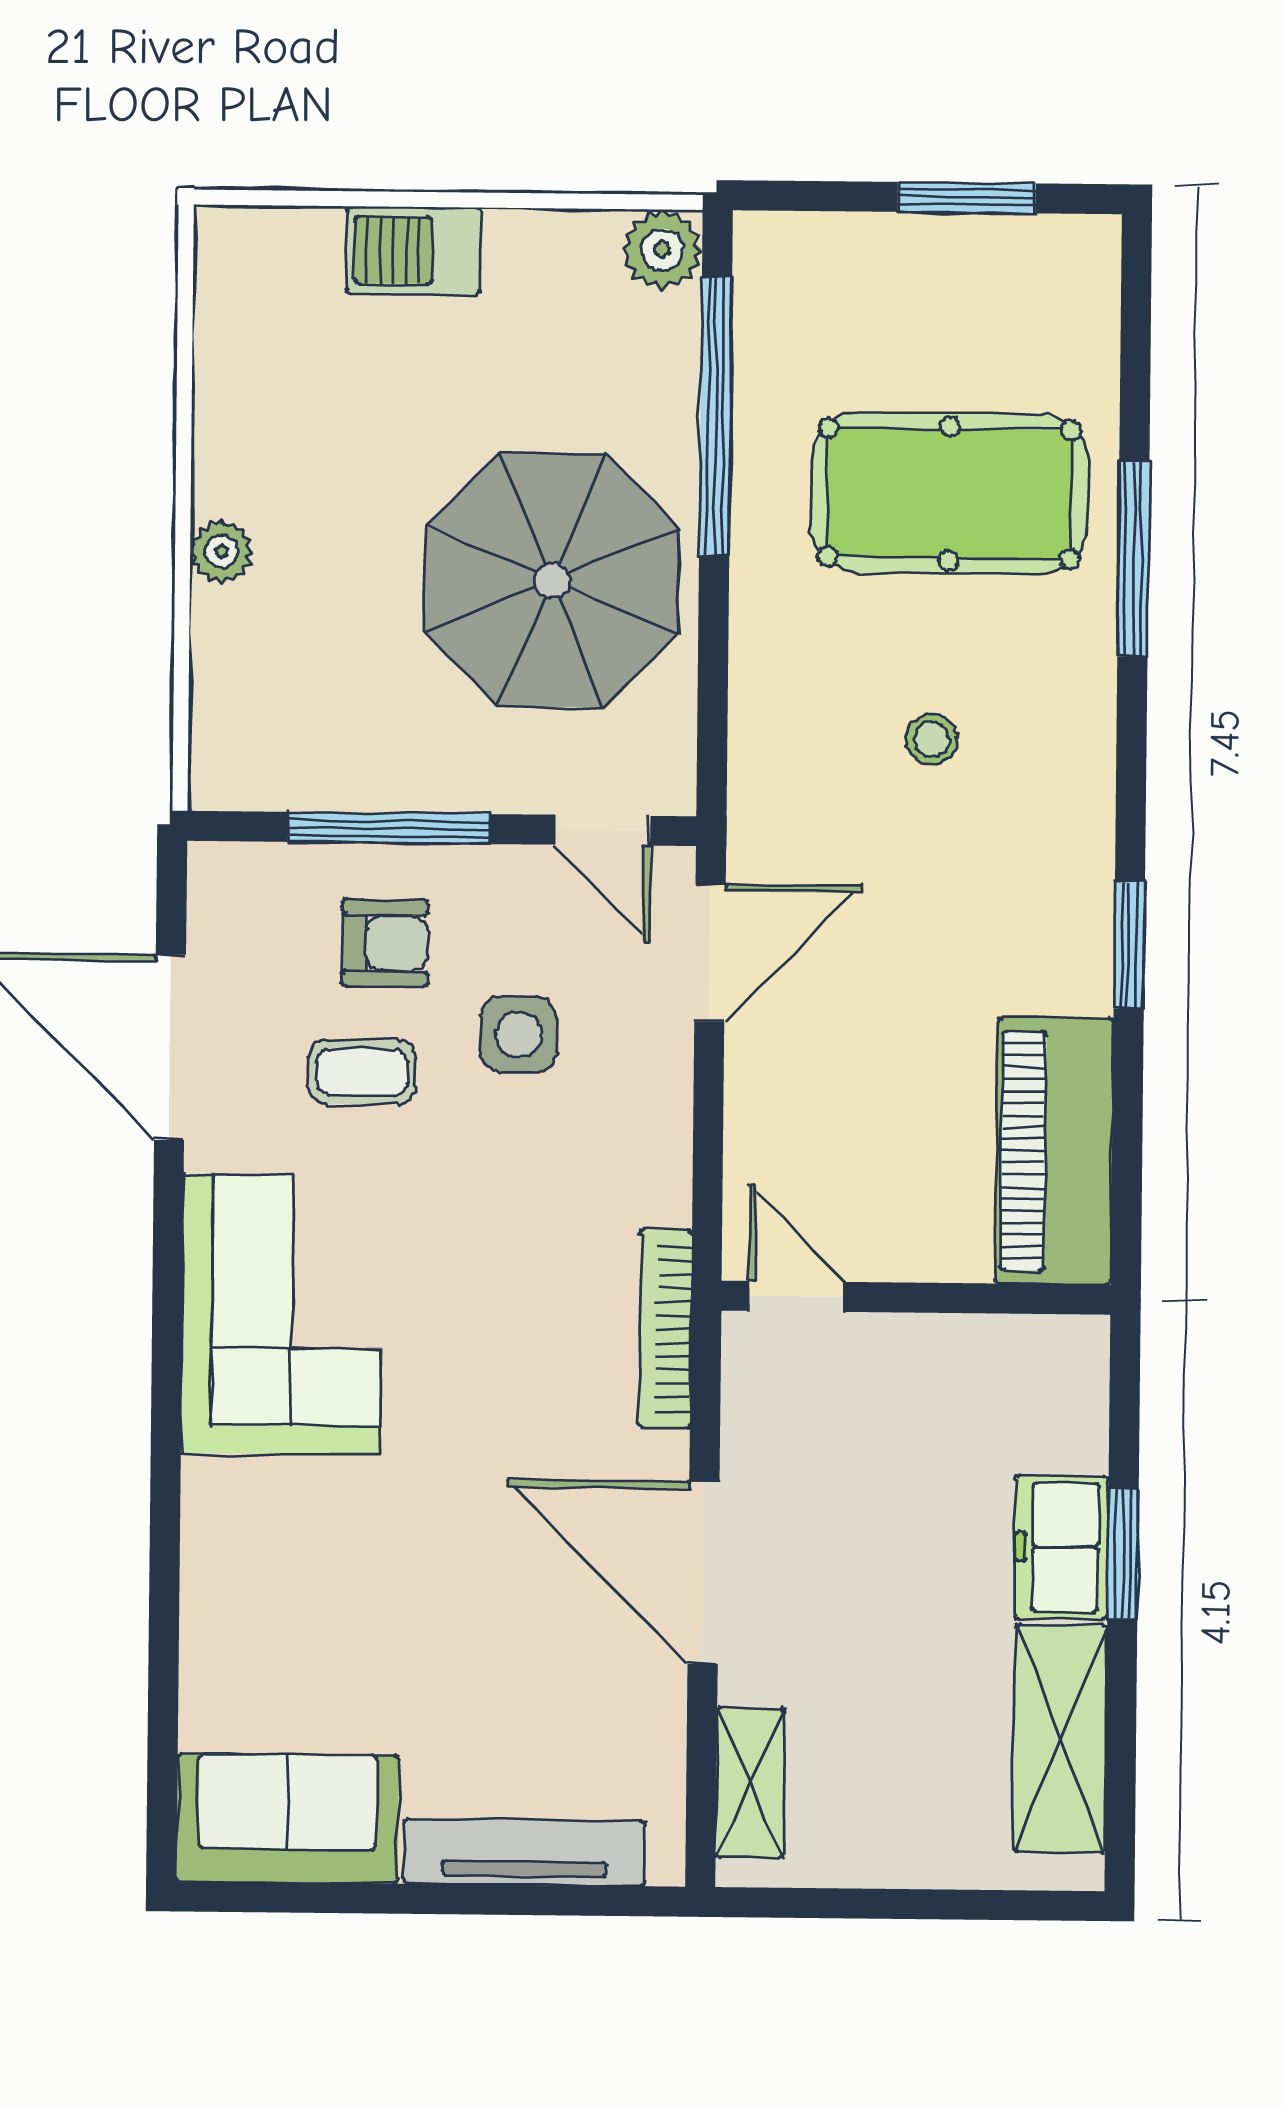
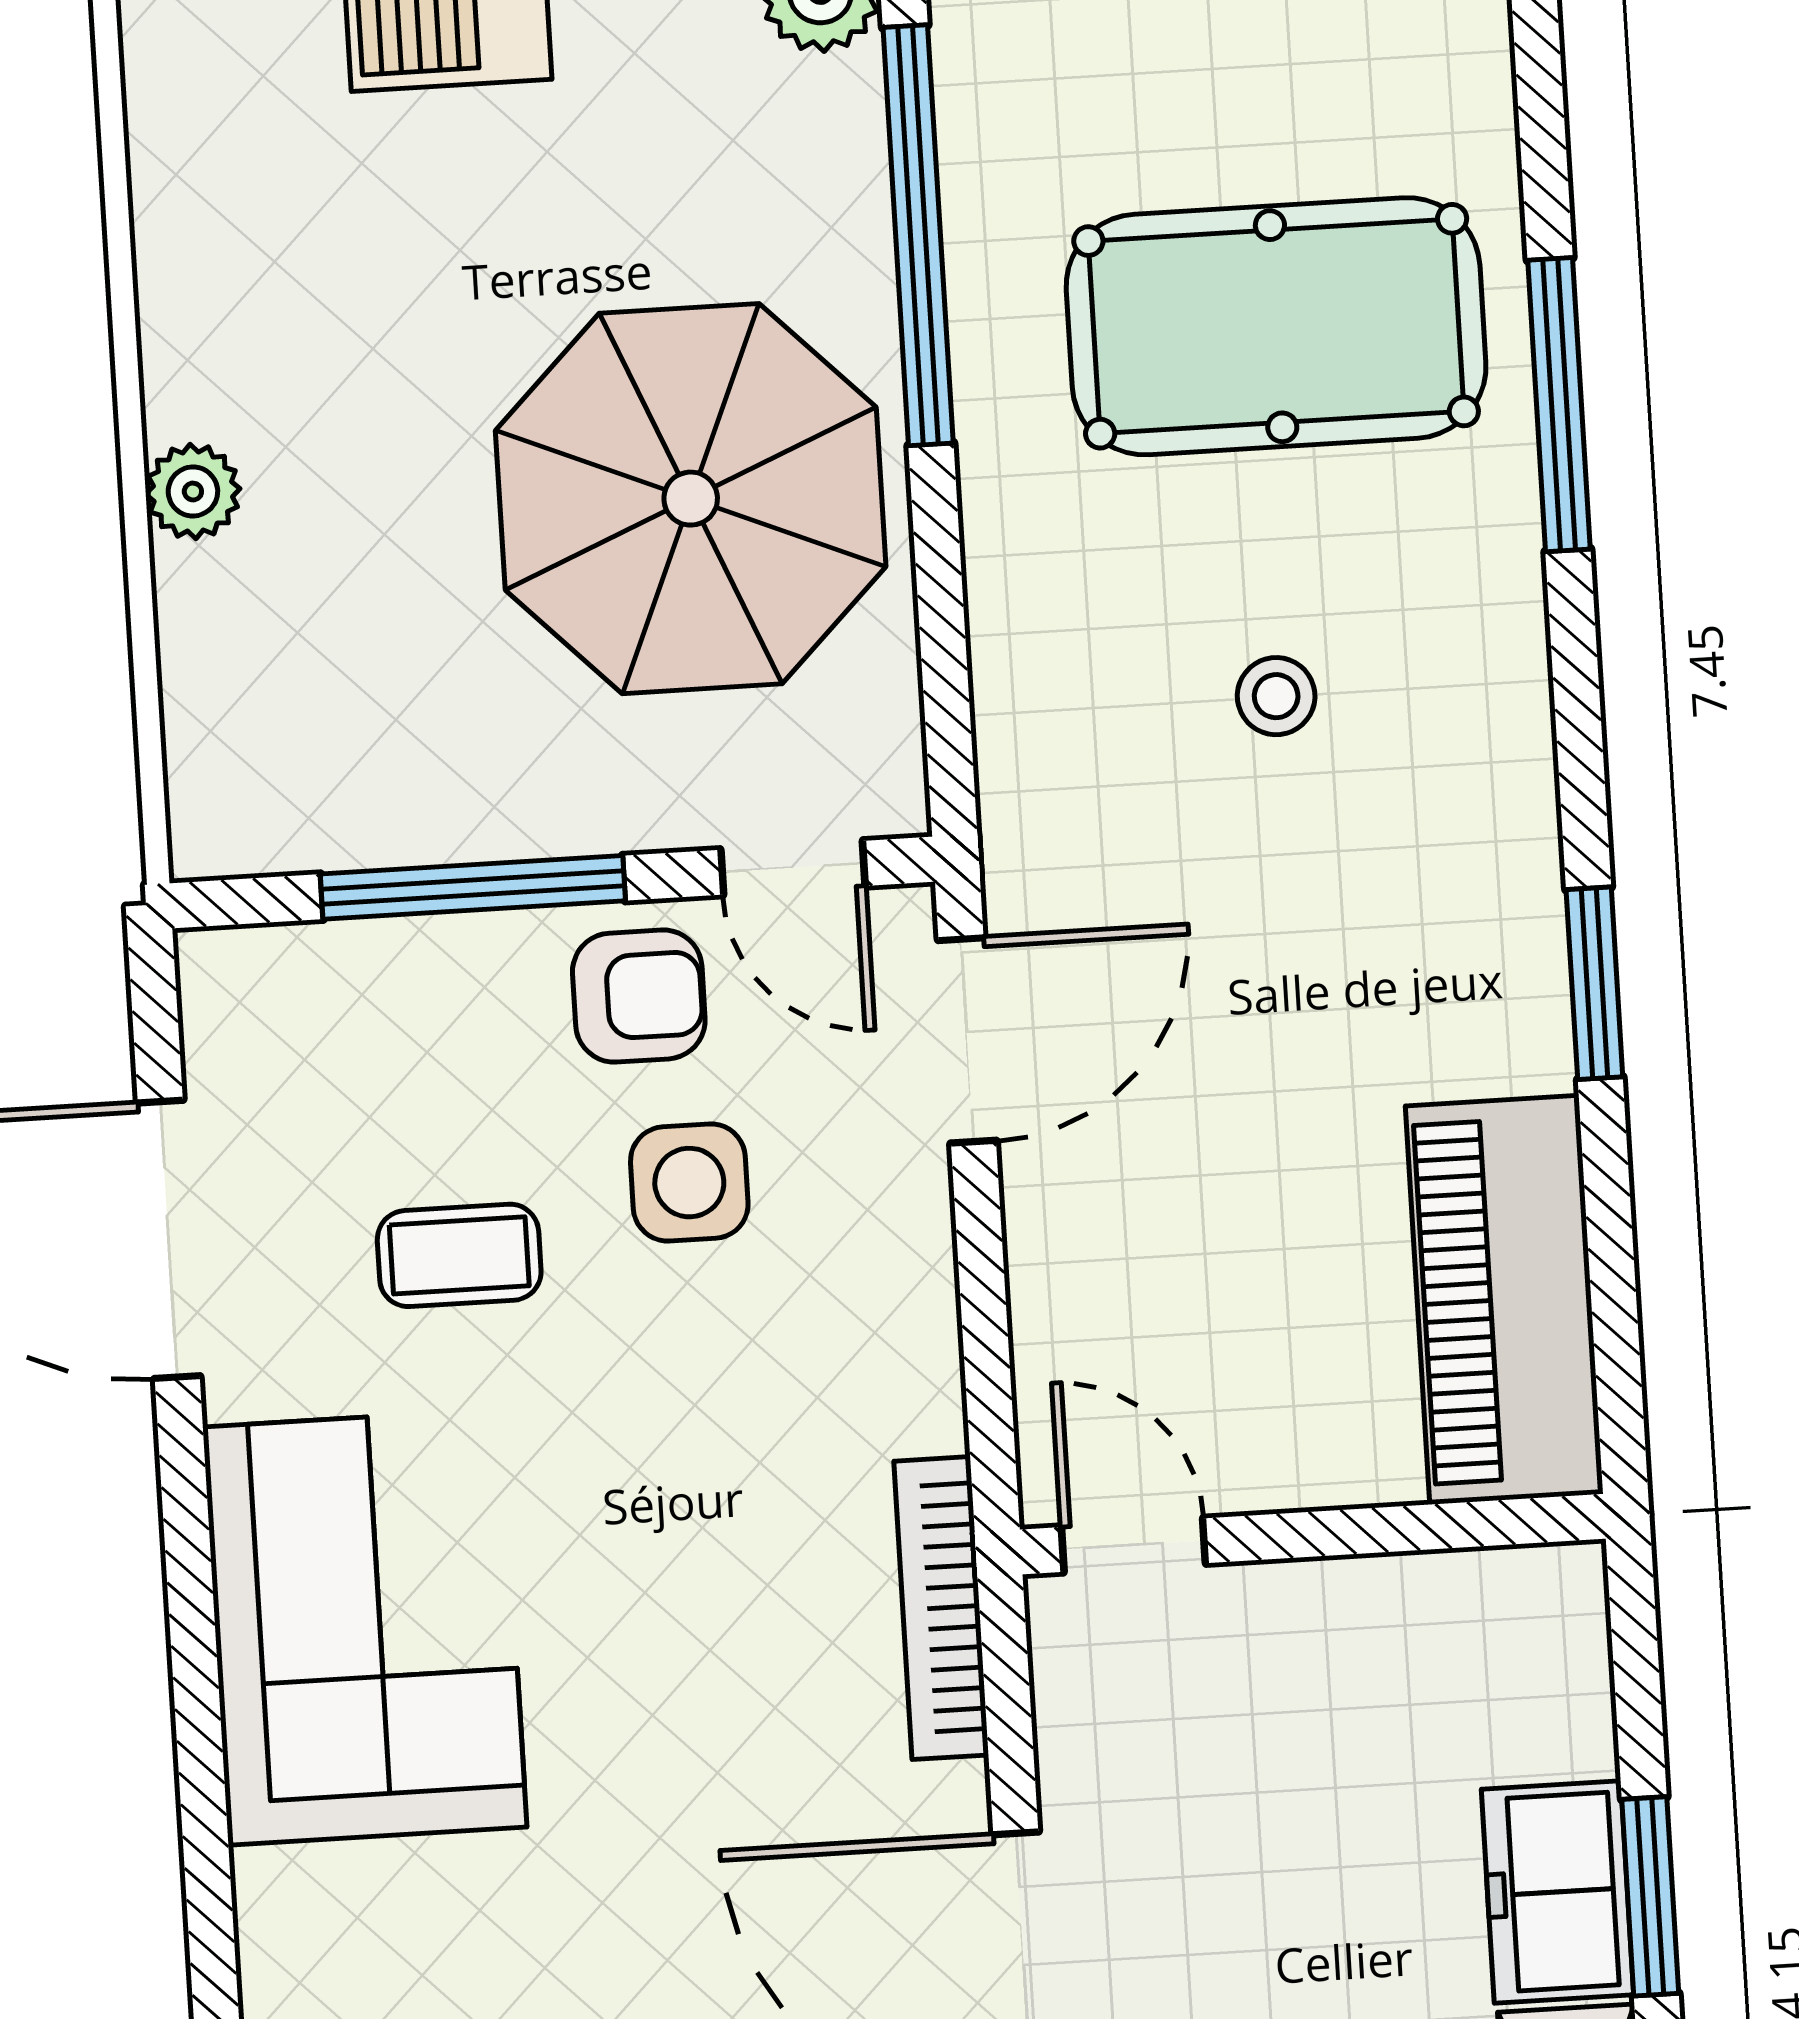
armchair: (385, 943) -> (639, 996), moved

